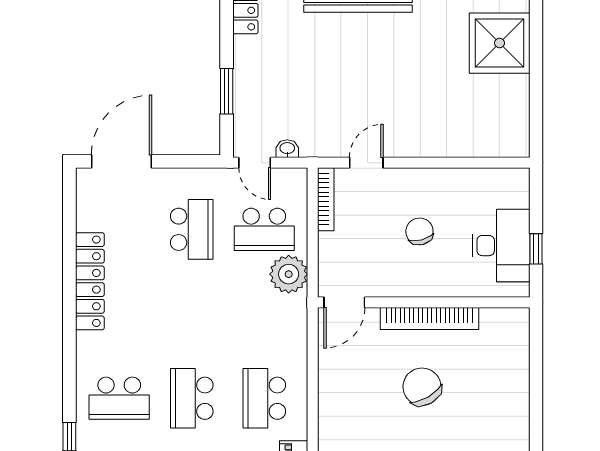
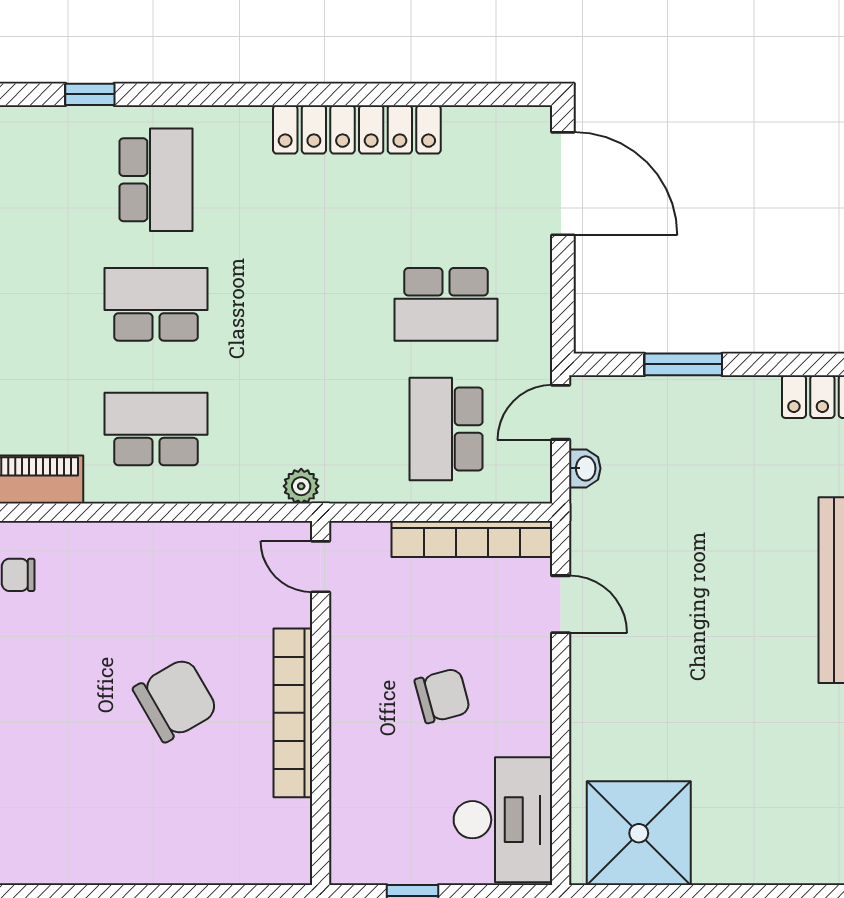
shower: (500, 43) -> (639, 833), moved
bookcase: (326, 199) -> (472, 539), width x1.48, depth x1.31
desk: (501, 246) -> (503, 820), moved, turned -90
plant: (289, 274) -> (301, 486), moved, width x0.53, depth x0.53
door: (344, 302) -> (321, 567), width x0.73
school desk: (119, 398) -> (156, 180), turned 180

